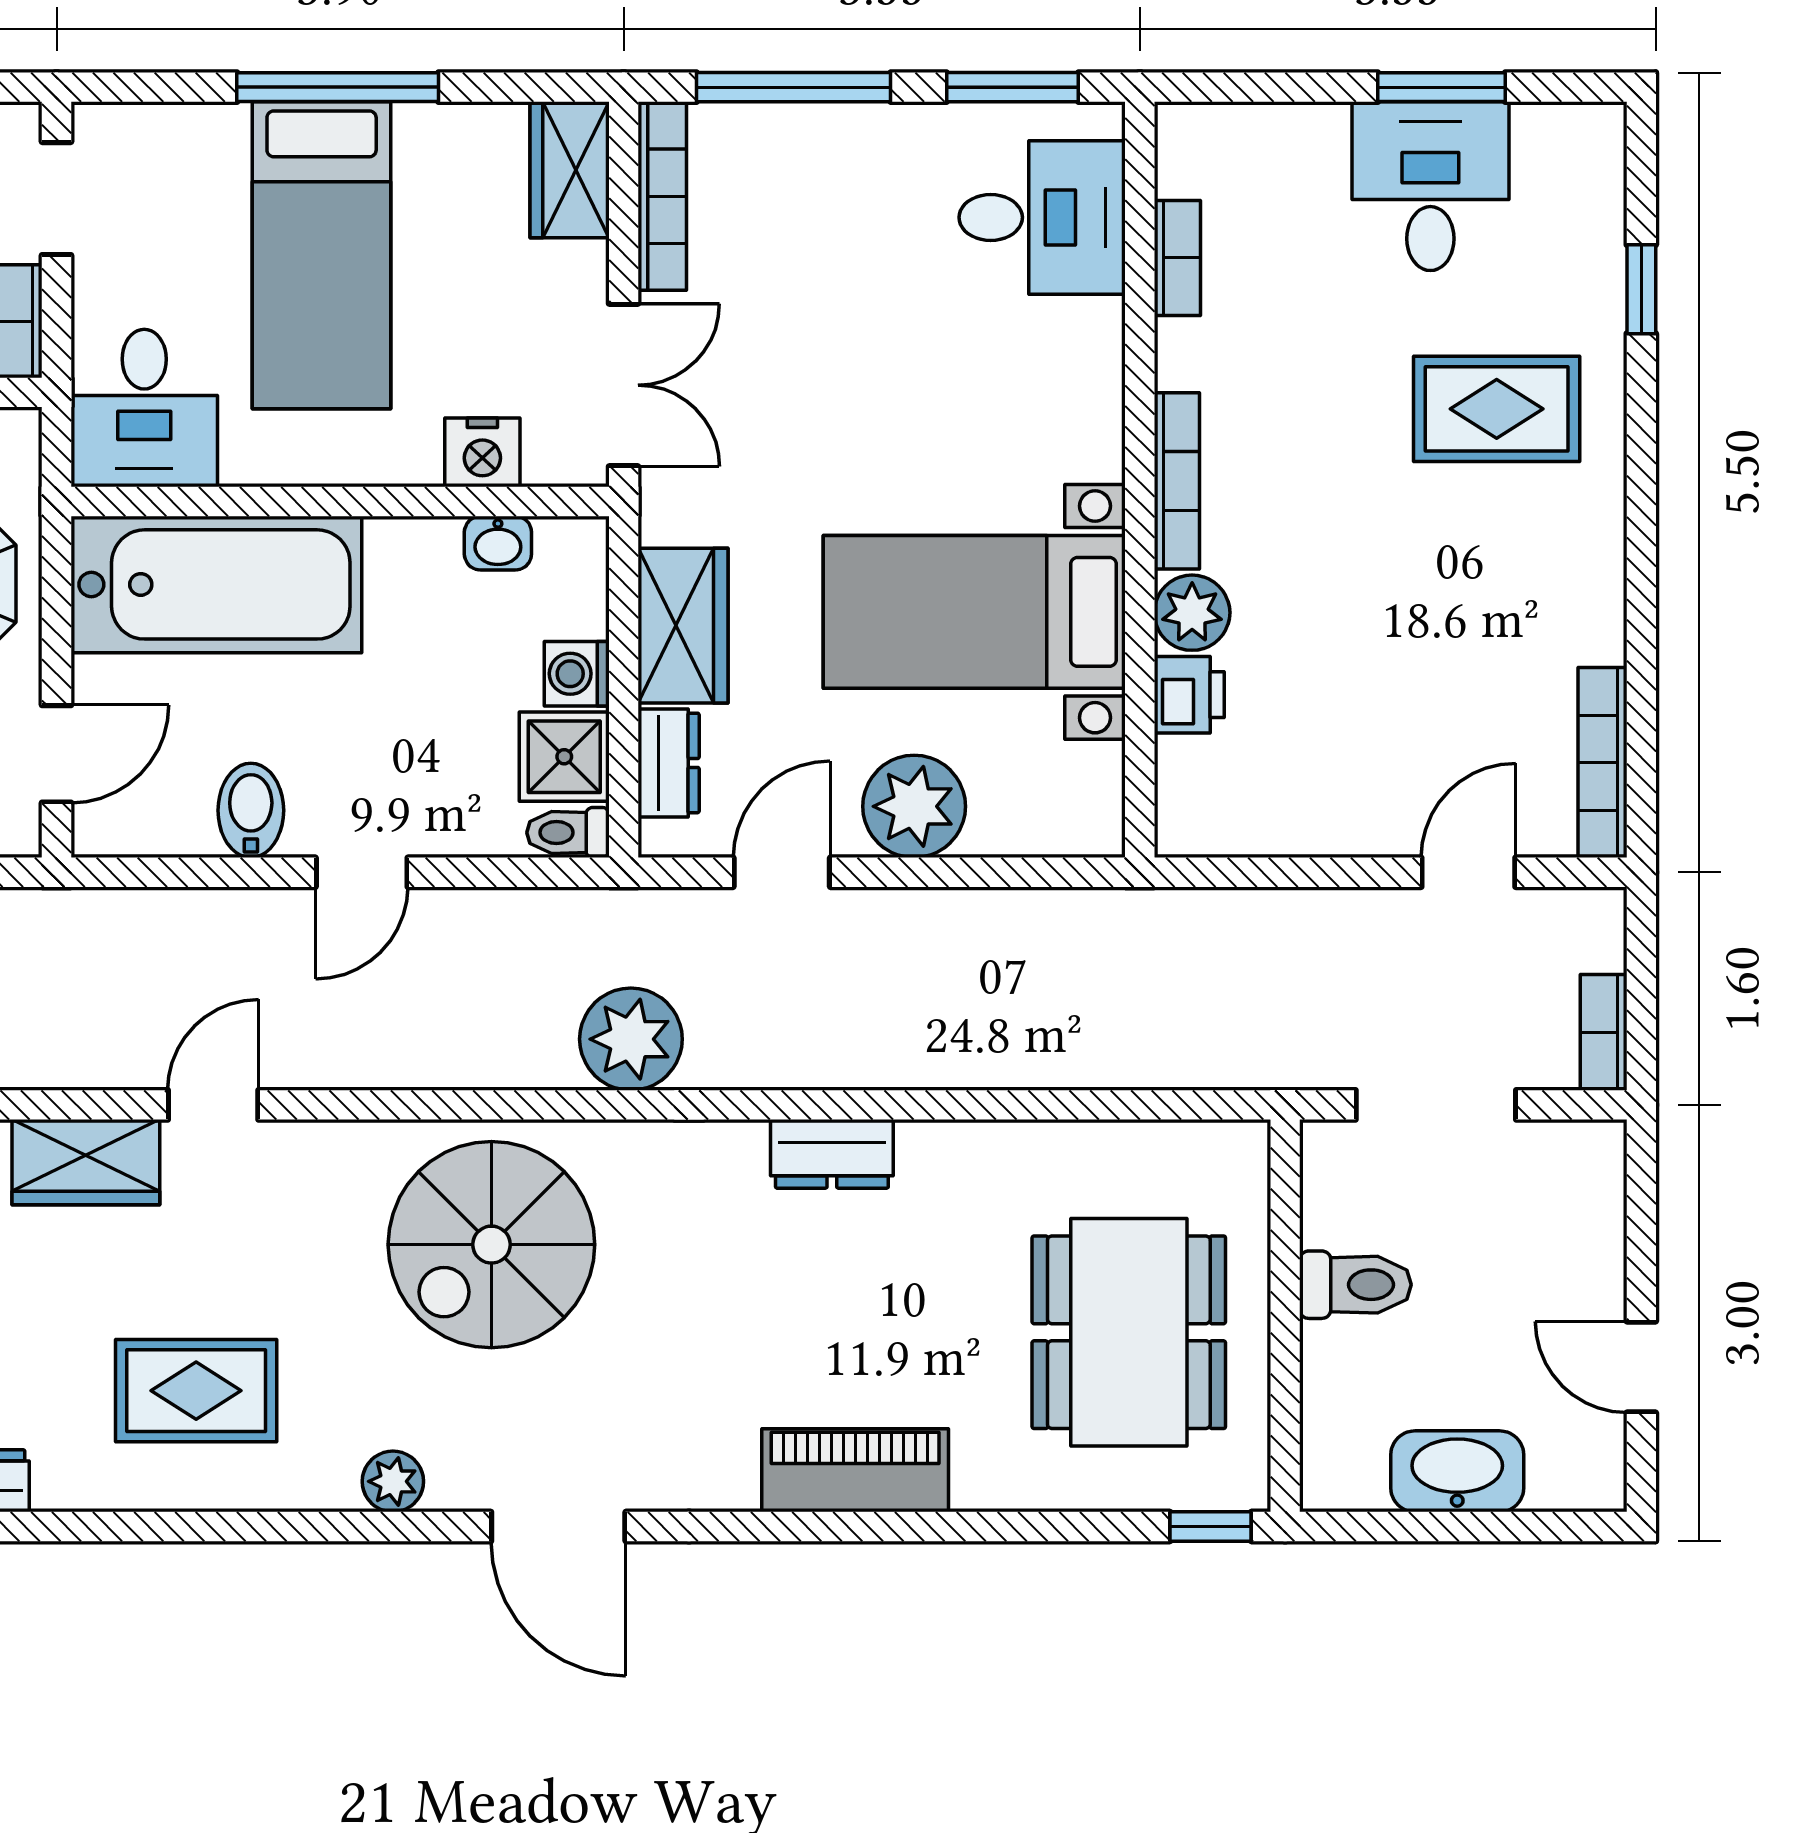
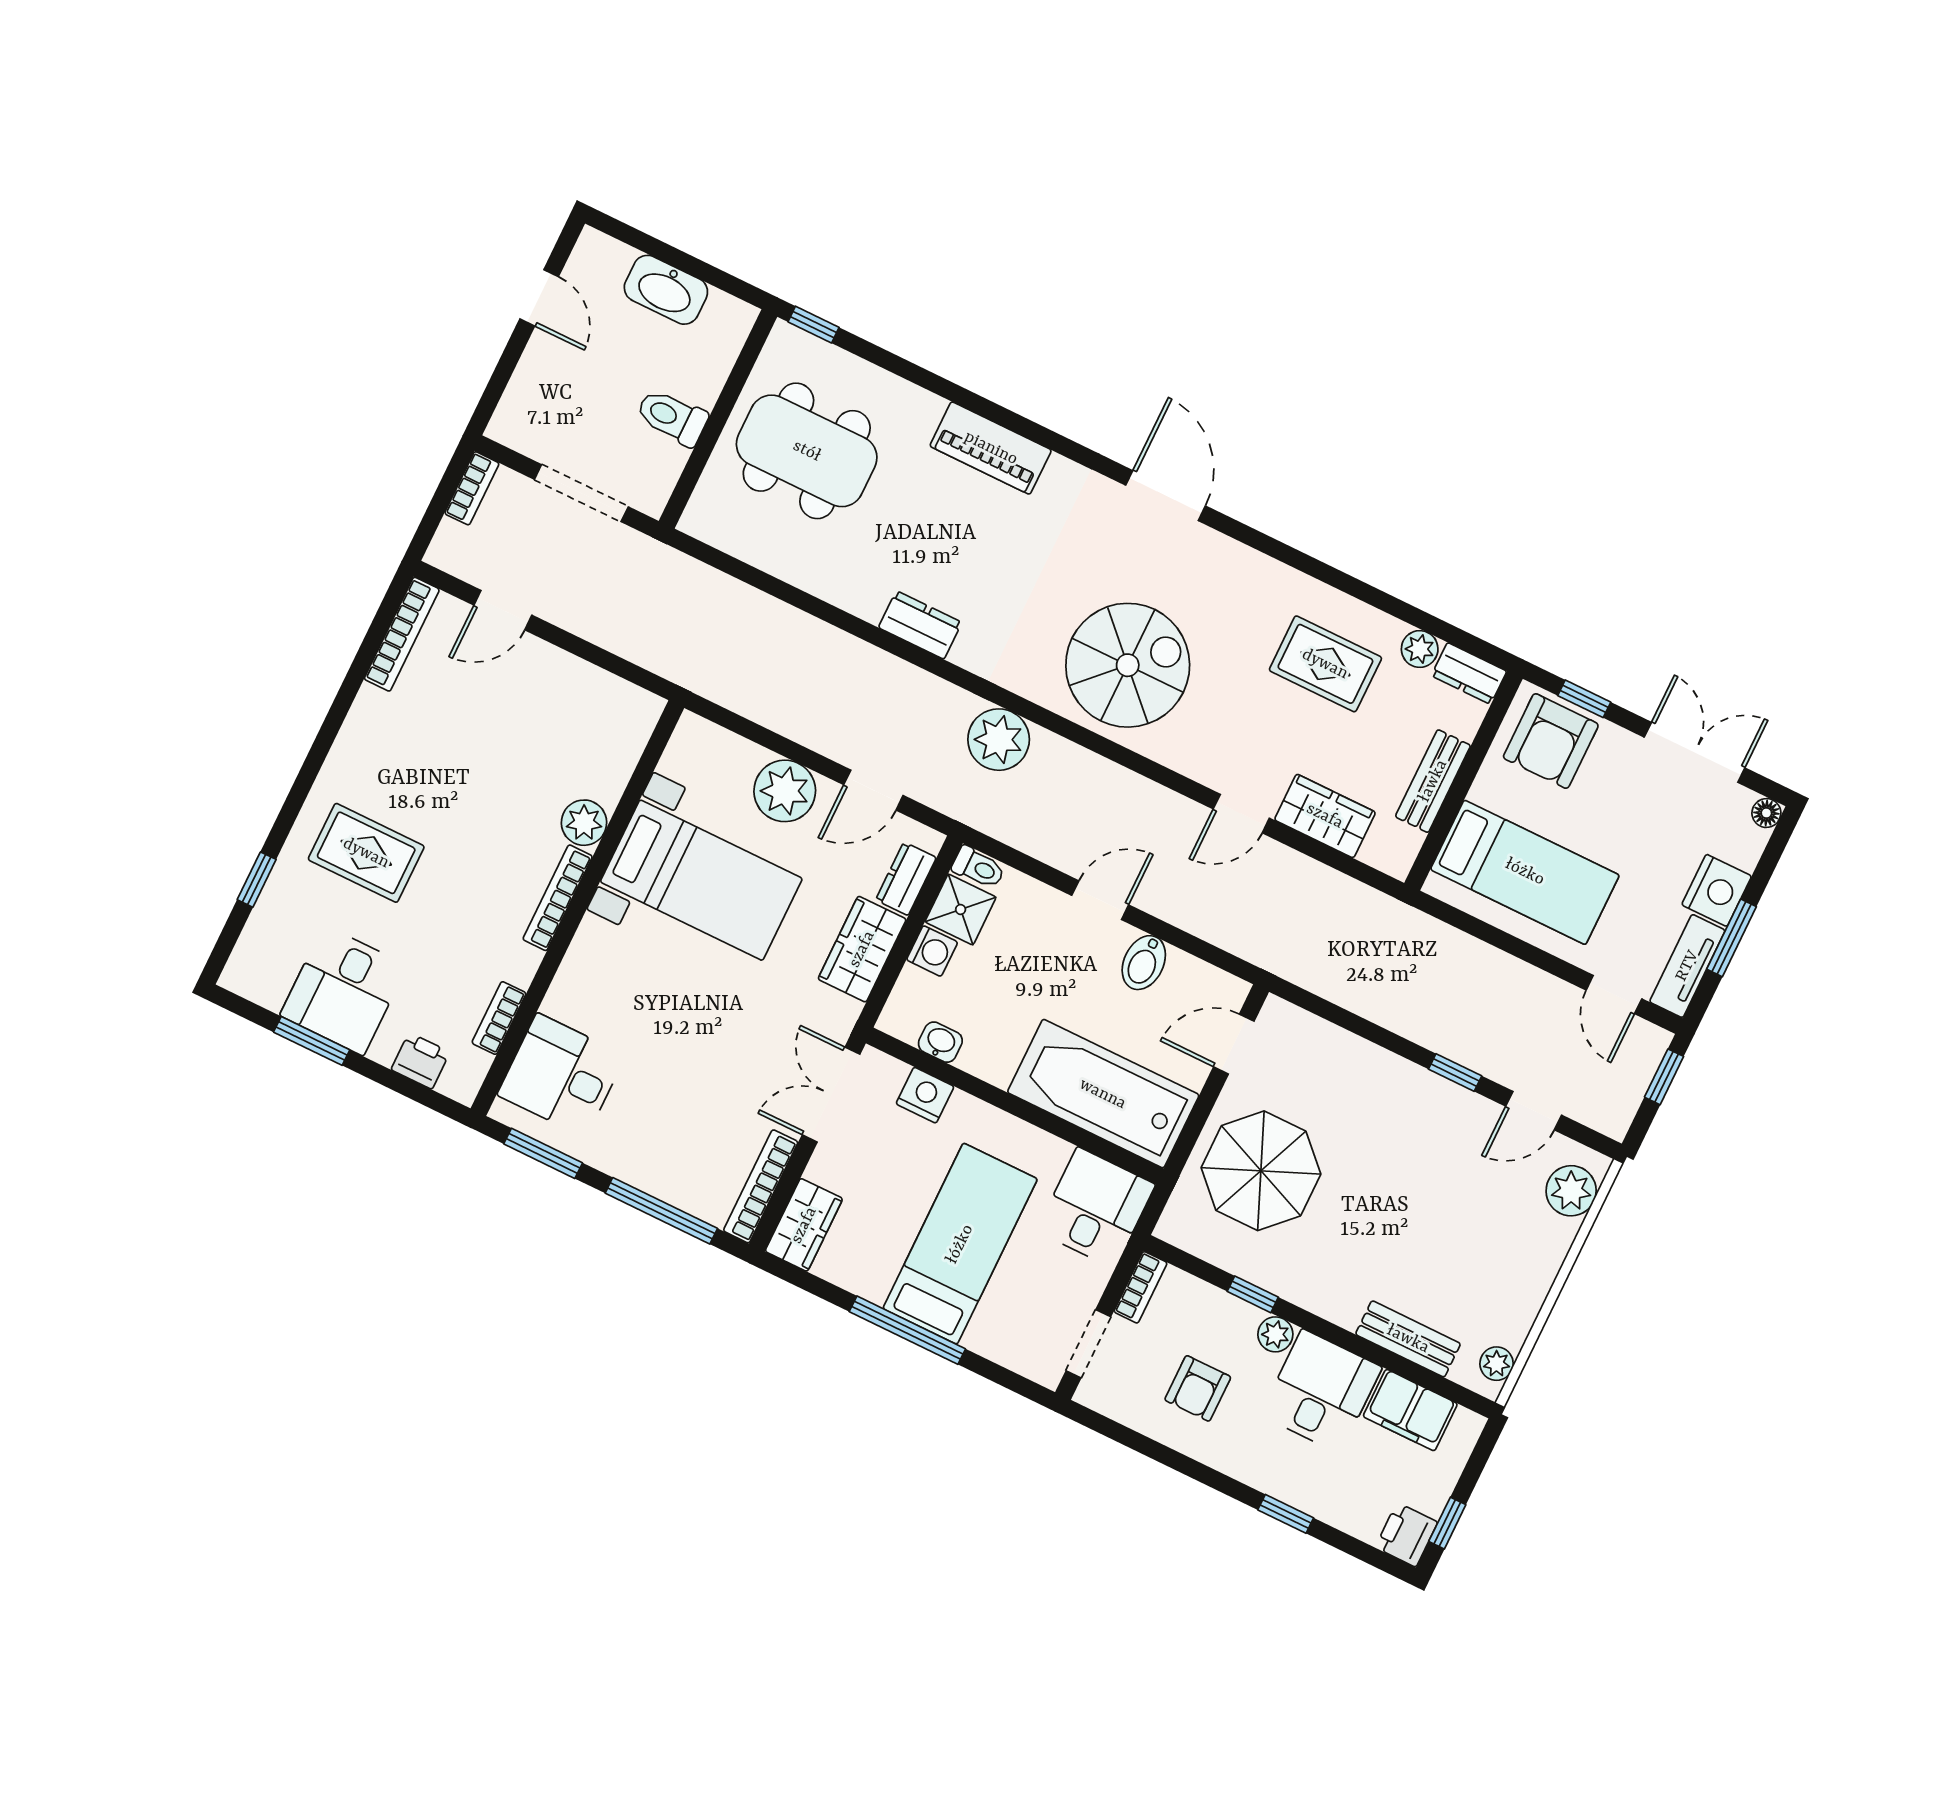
printer: (1189, 695) -> (420, 1061), moved, turned 90
dining table: (1129, 1332) -> (807, 451), turned 90
plant: (393, 1481) -> (1420, 649), moved

